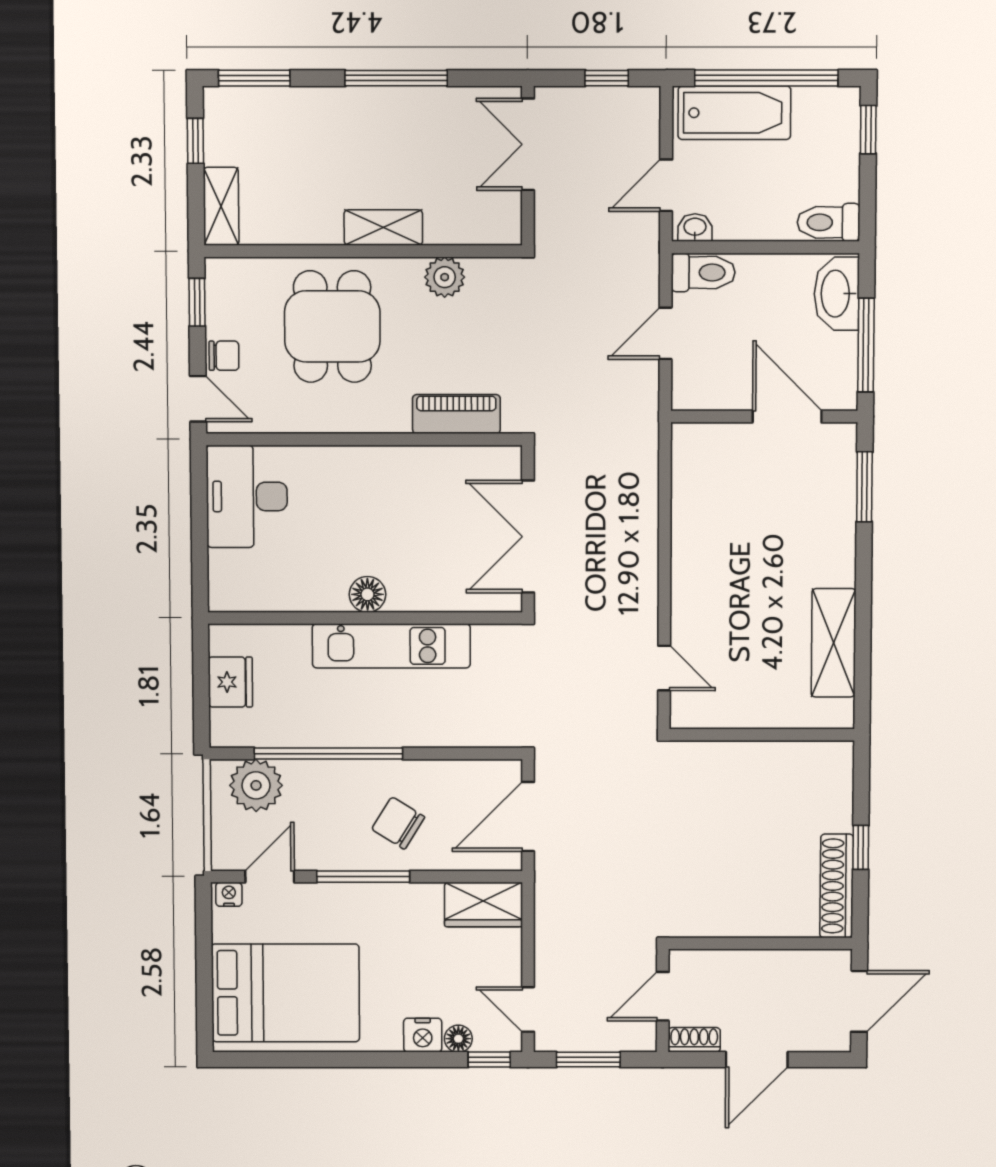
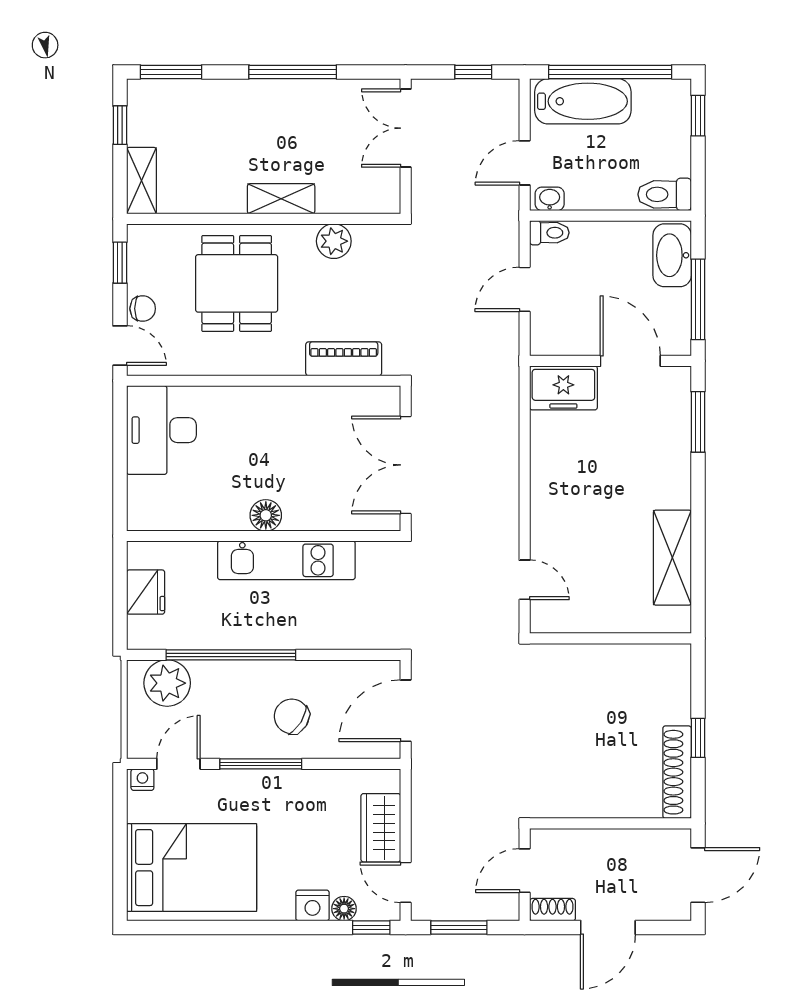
toilet: (703, 272) -> (549, 233), width x0.73, depth x0.72
freezer: (710, 448) -> (563, 388), added
wardrobe: (483, 905) -> (381, 828), moved, turned 90

